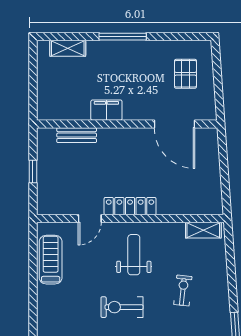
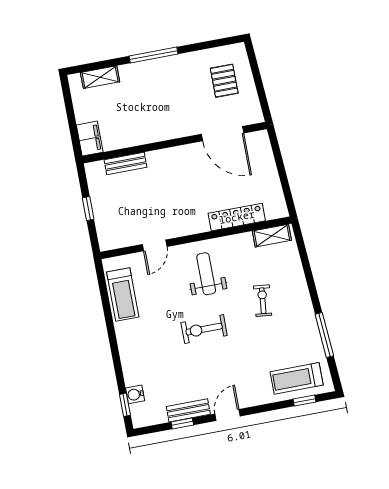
filing cabinet: (106, 110) -> (90, 139), moved, turned 90
locker: (130, 206) -> (237, 217), moved
treadmill: (51, 260) -> (123, 295), turned 180

